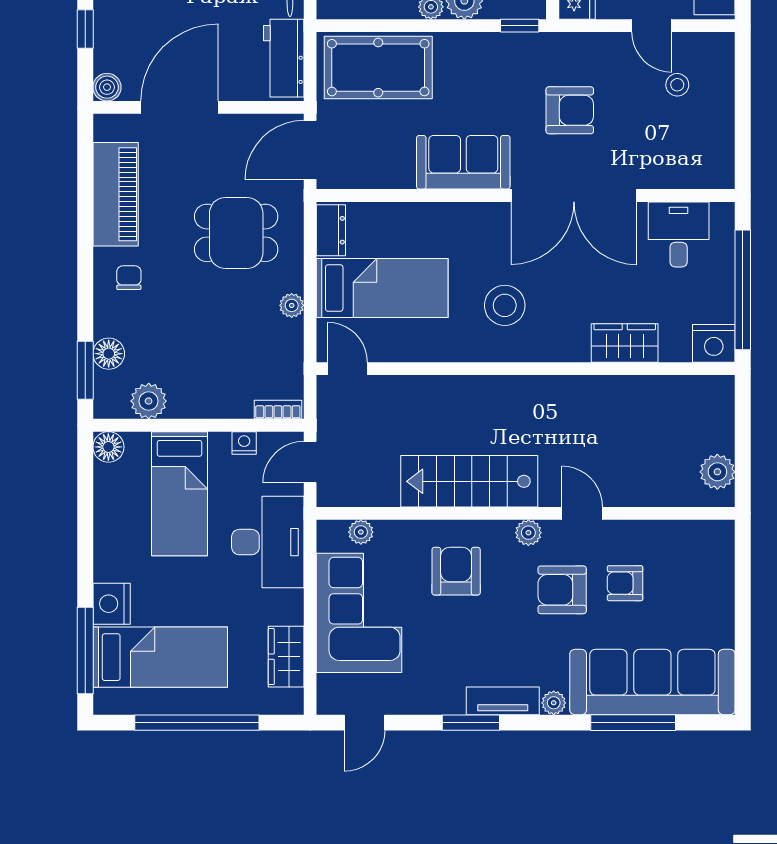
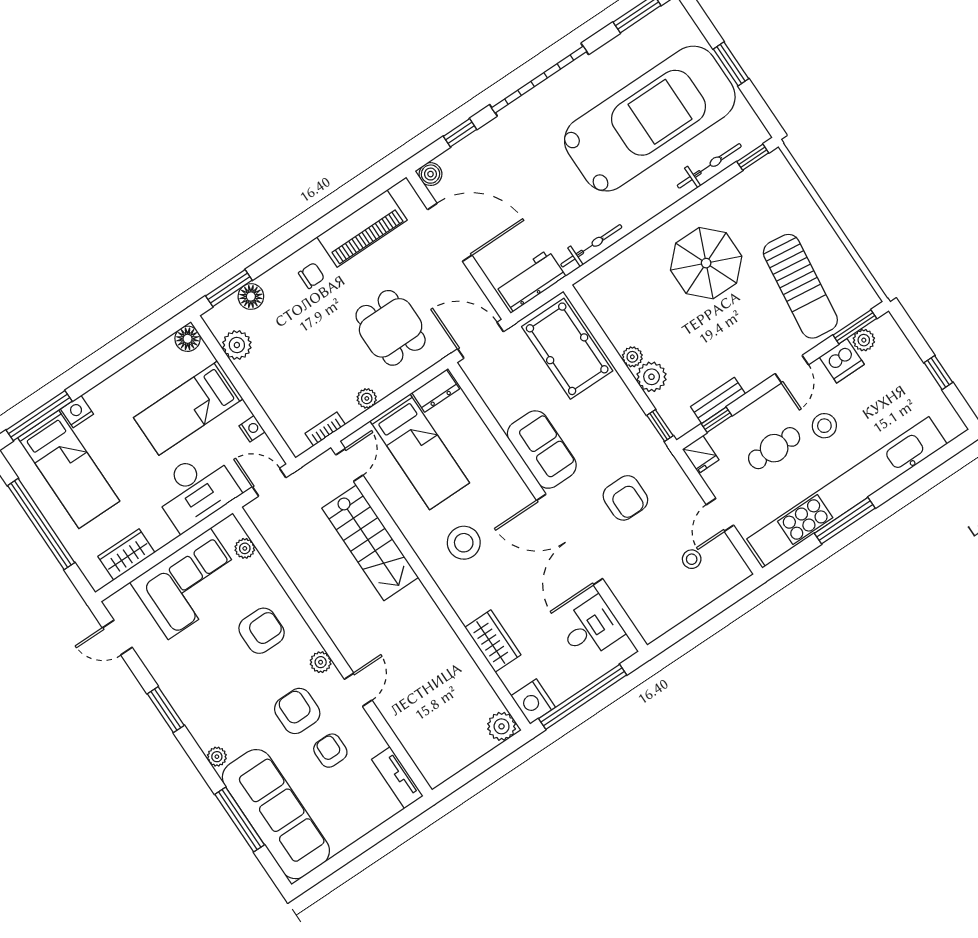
bookcase: (278, 410) -> (325, 429), moved, turned -90
plant: (717, 472) -> (502, 726), moved
stairs: (469, 481) -> (370, 543), moved, turned 180
nightstand: (112, 604) -> (77, 412), width x0.74, depth x0.75
tv unit: (503, 701) -> (397, 778), moved, turned 180

